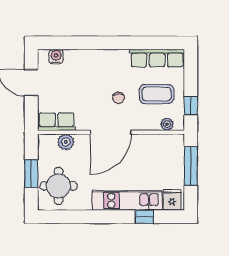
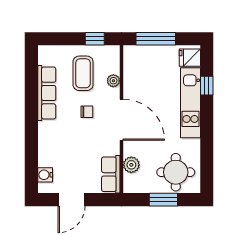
row of seats: (157, 58) -> (47, 93), moved
plant: (167, 124) -> (113, 81), moved

